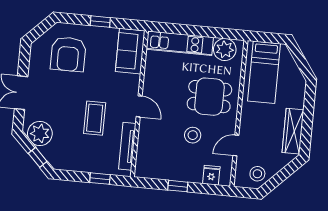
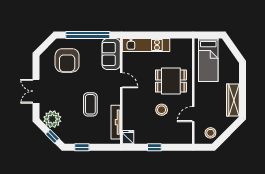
window: (100, 22) -> (88, 35), width x3.17
plant: (225, 49) -> (179, 46), removed
door: (139, 106) -> (121, 80), moved
fridge: (211, 175) -> (128, 137), moved
window: (100, 179) -> (82, 147), moved

